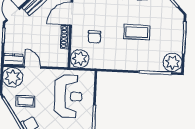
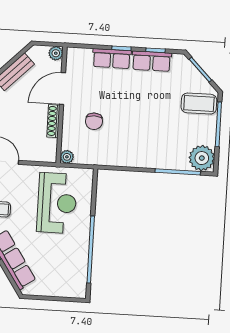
coffee table: (137, 32) -> (199, 104), moved
plant: (80, 59) -> (67, 157), width x0.53, depth x0.53

